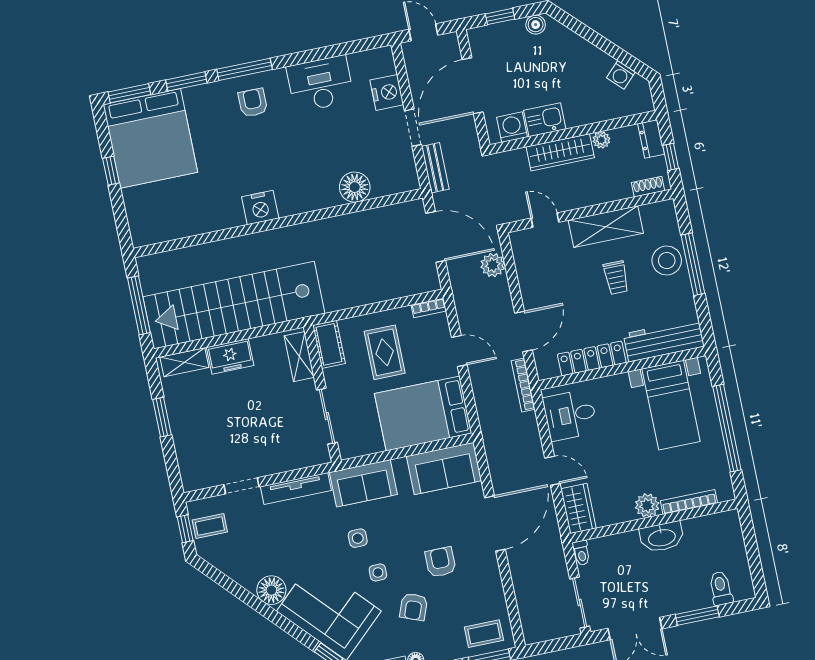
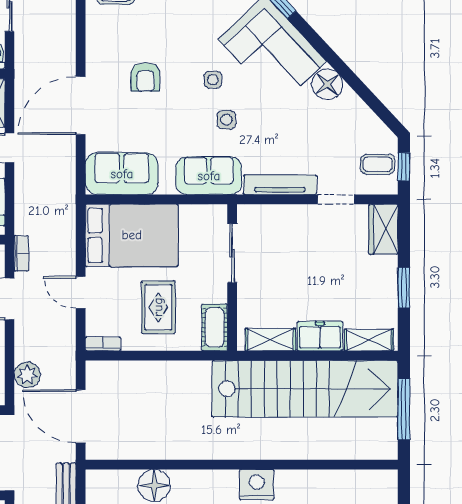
shelving: (299, 357) -> (270, 340), moved, turned 90
bookcase: (523, 385) -> (21, 253), width x0.64
wardrobe: (192, 467) -> (383, 229), added
armchair: (414, 607) -> (183, 36), removed

